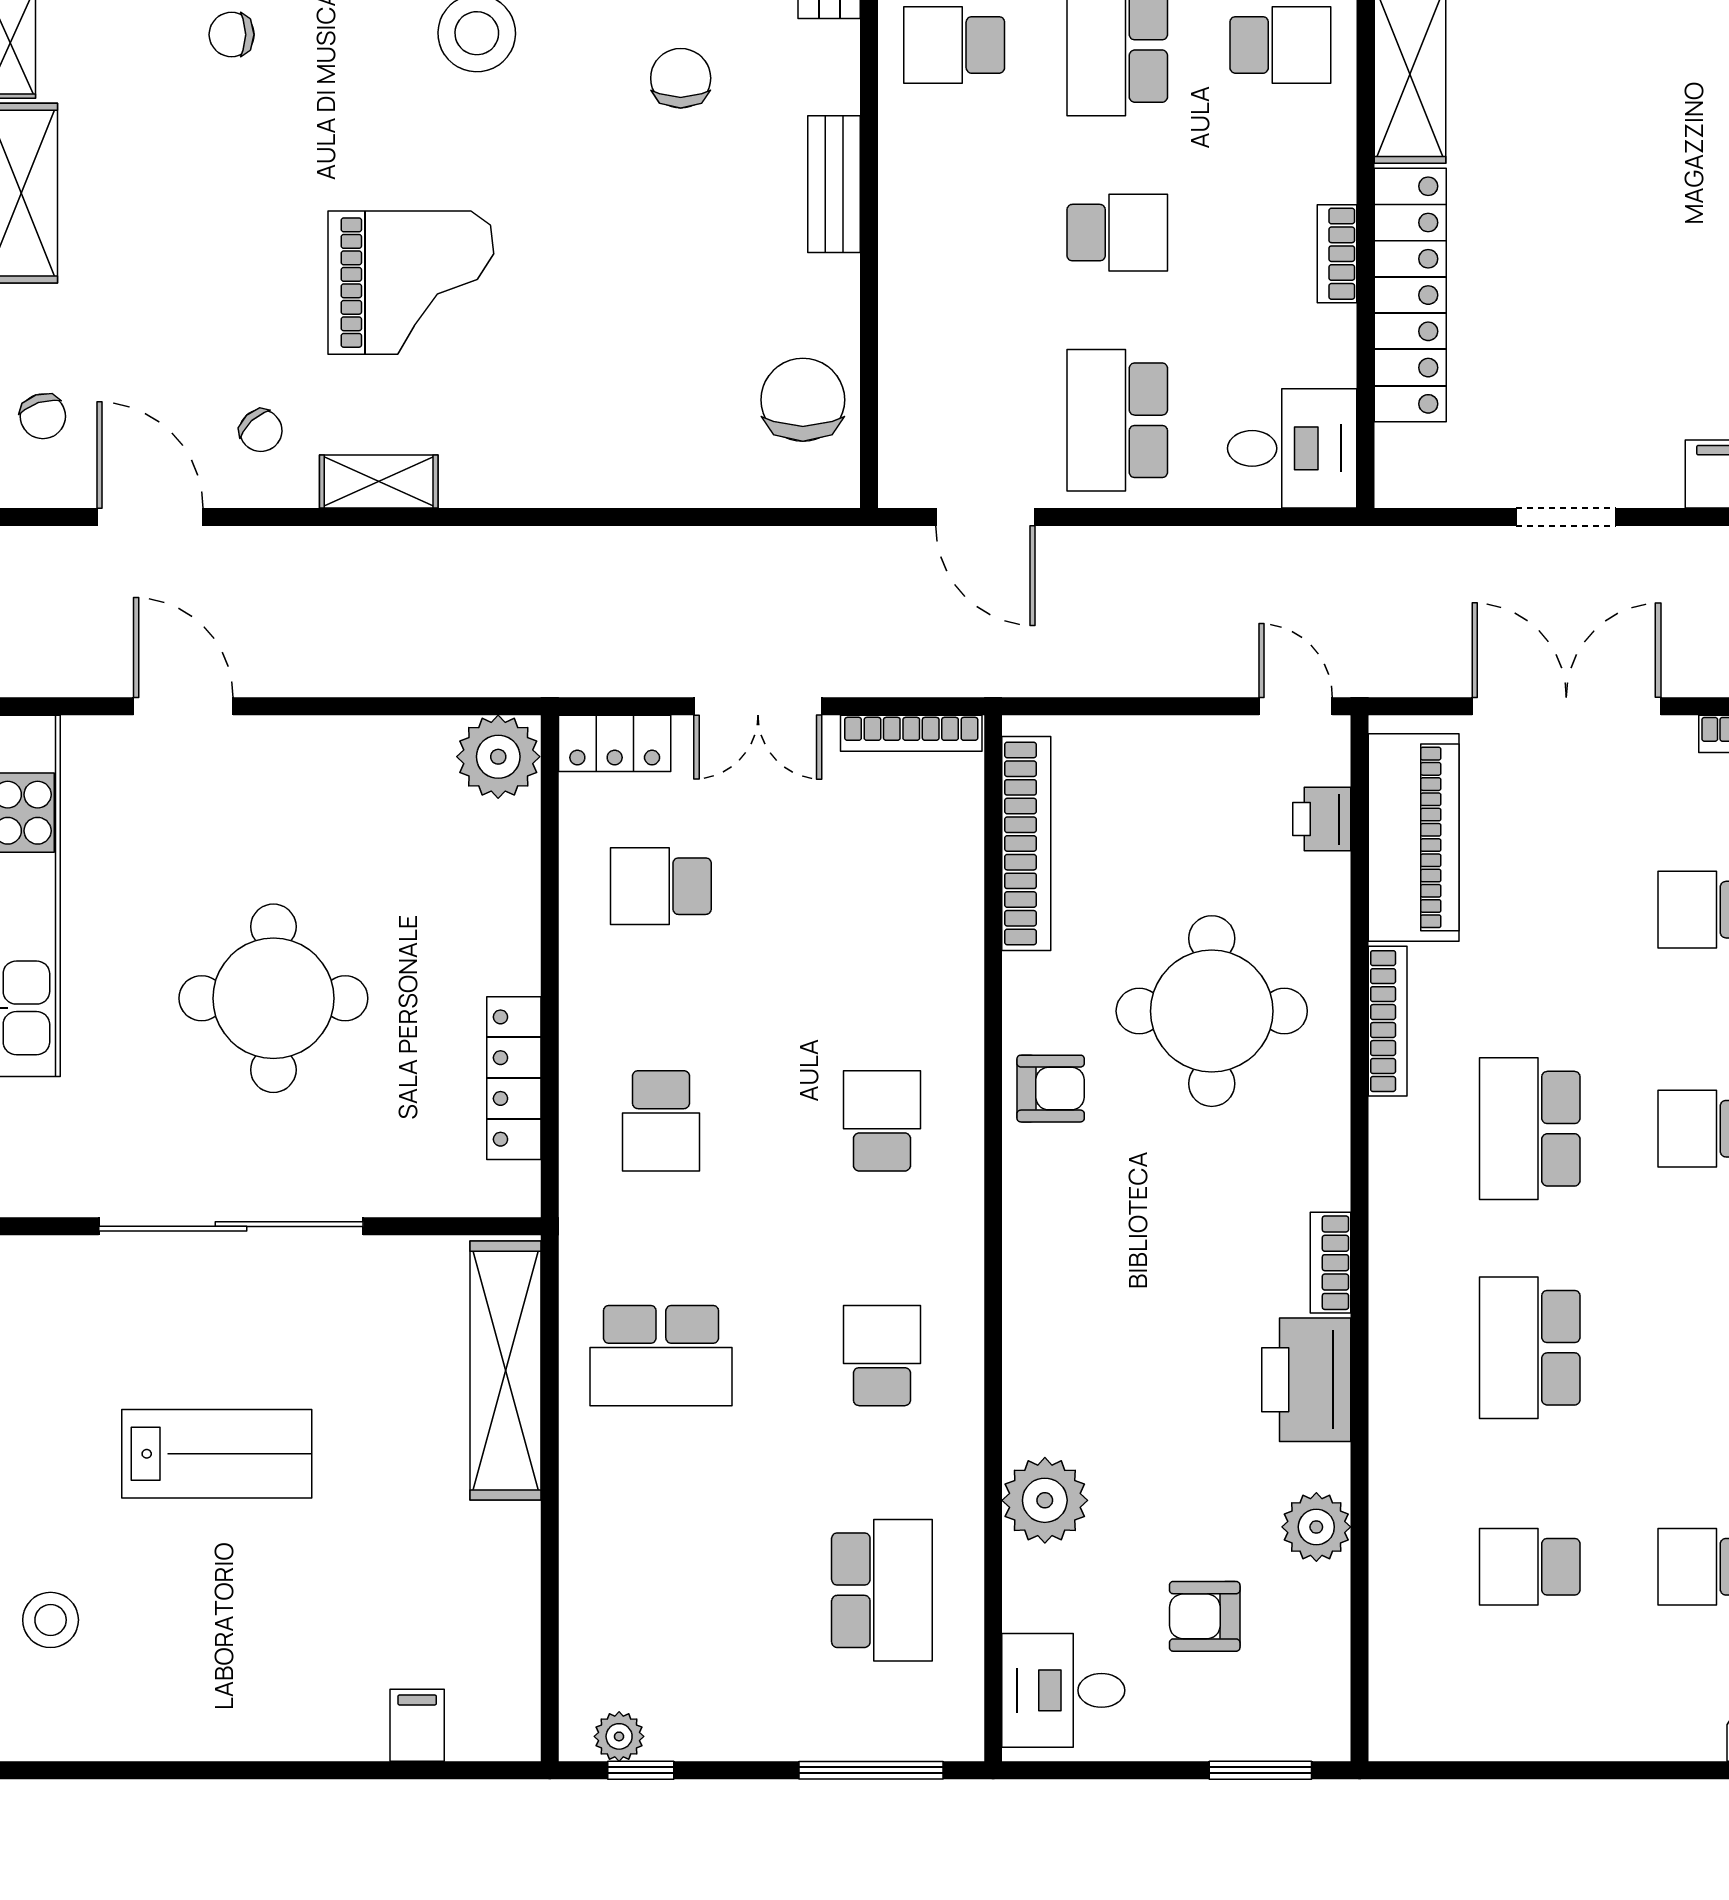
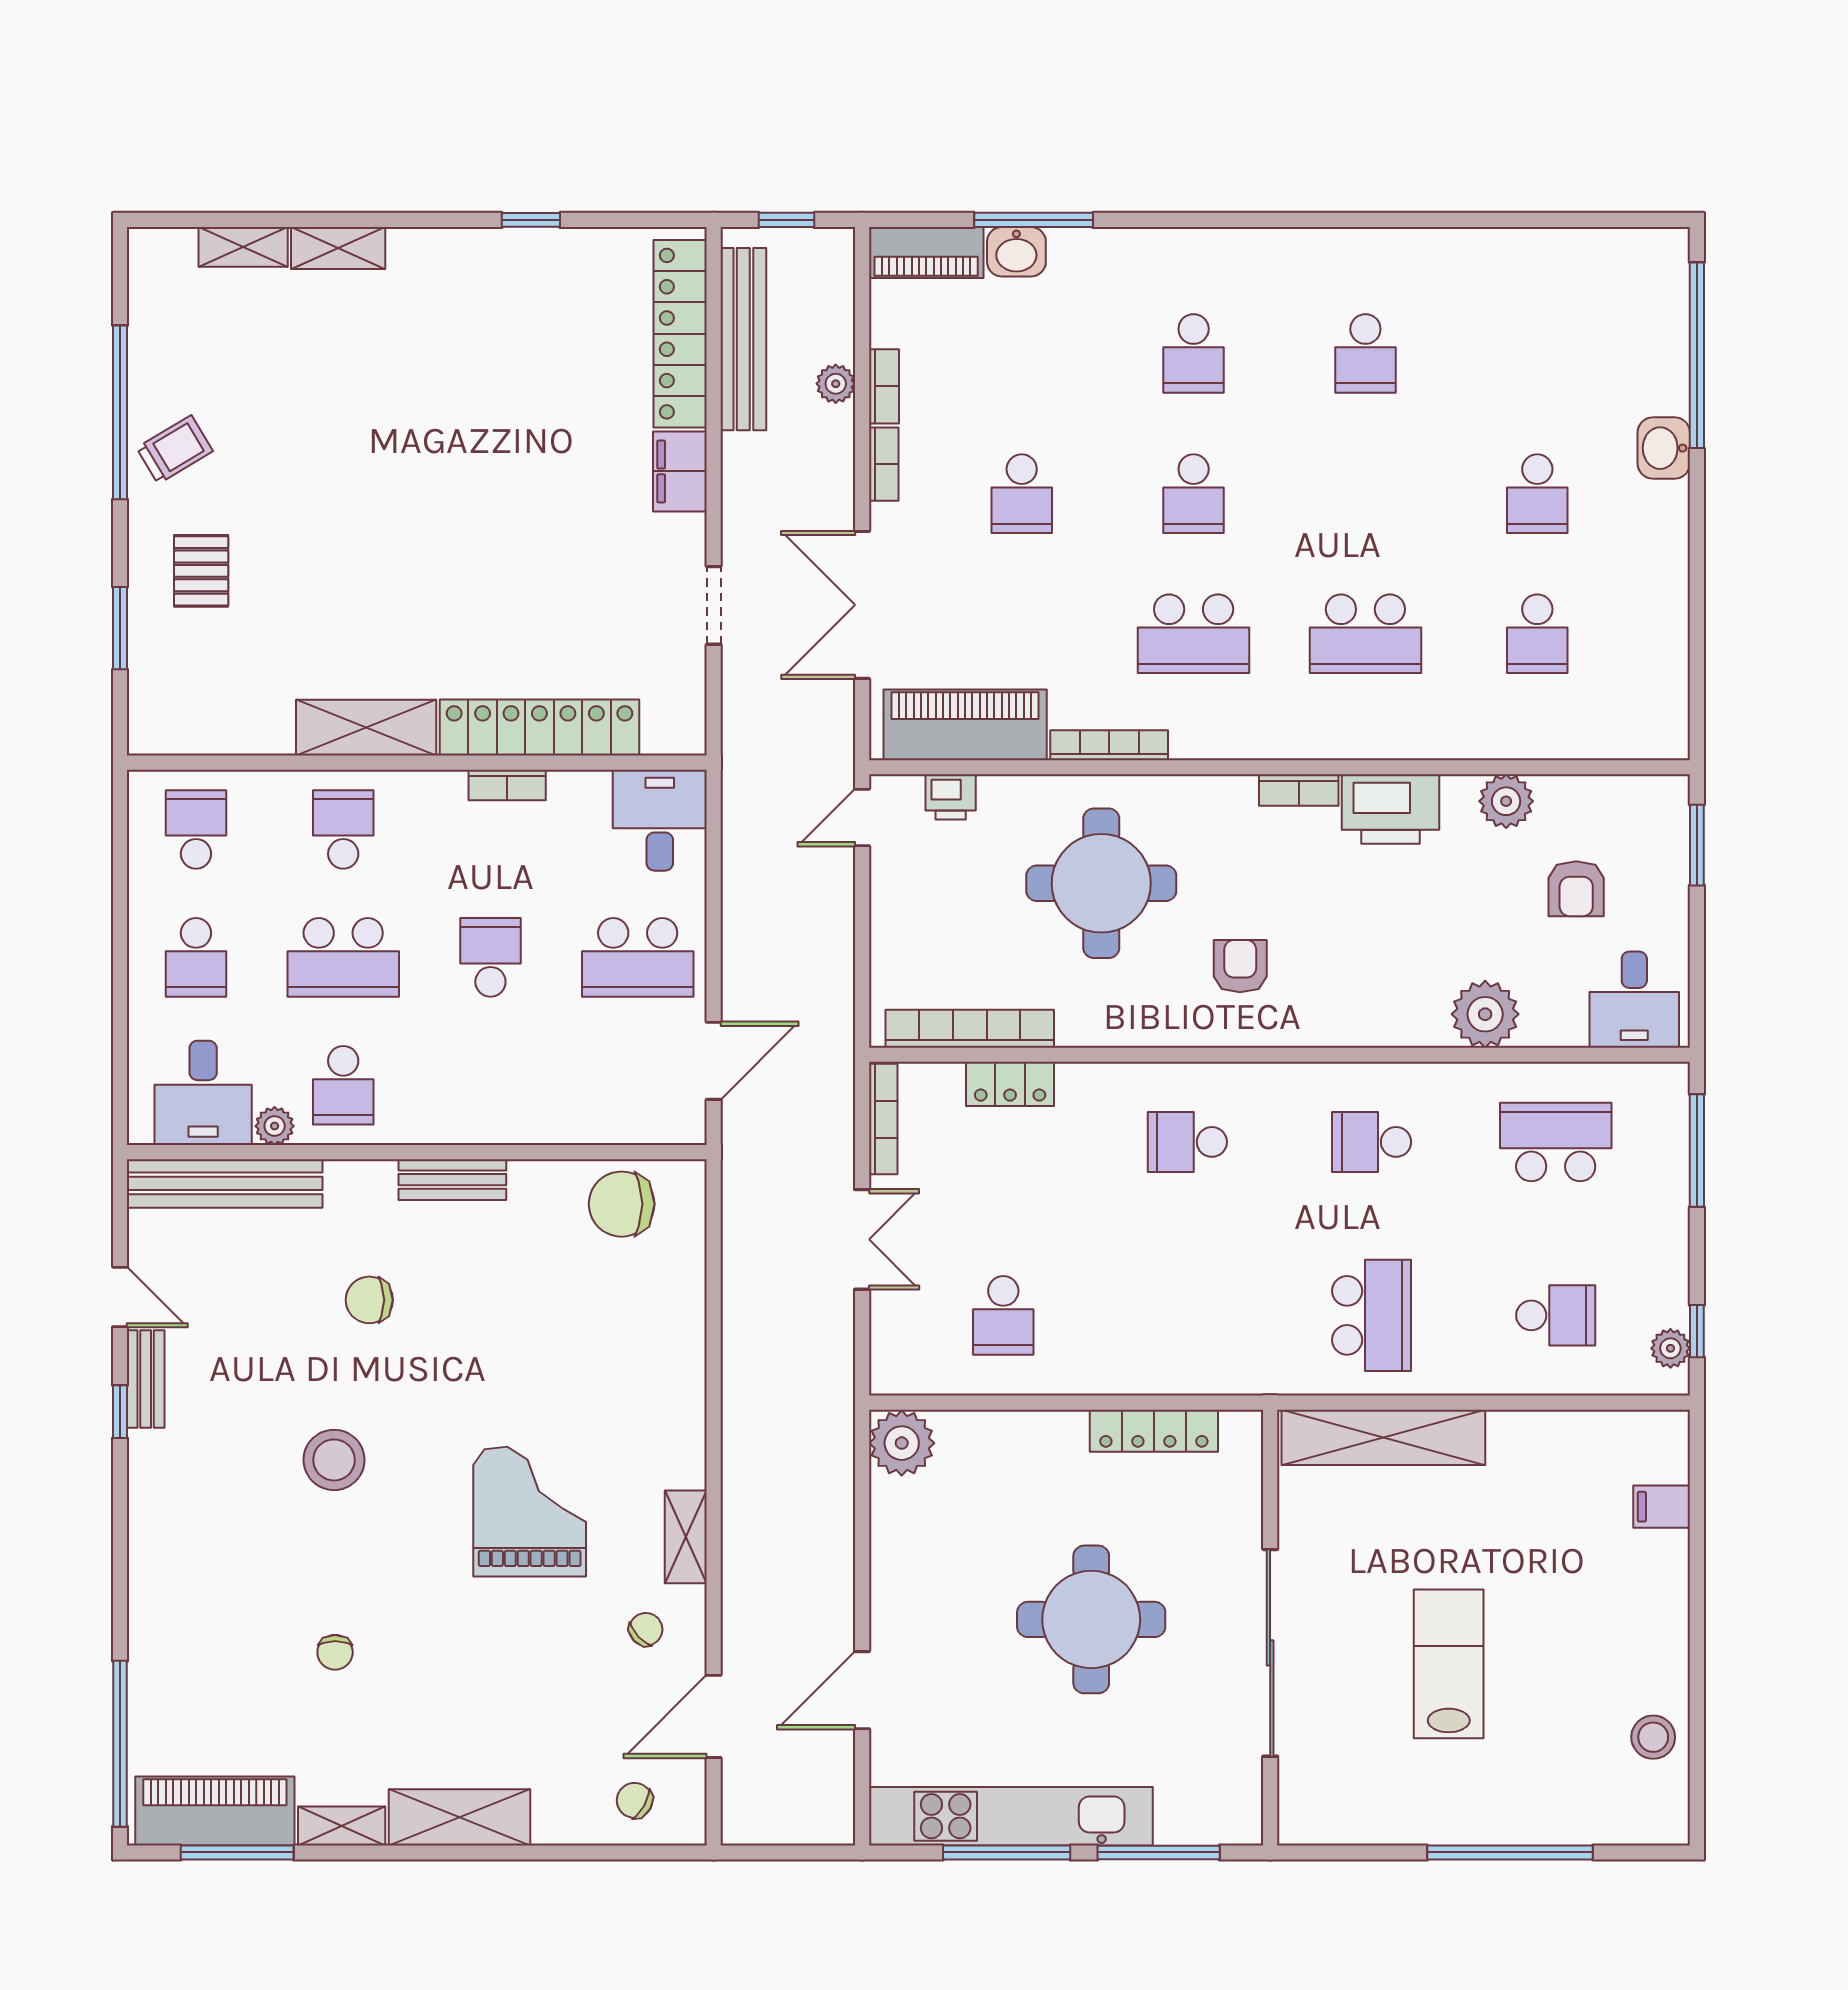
chair: (43, 416) -> (635, 1800), turned -133
locker: (615, 743) -> (1010, 1084), moved, turned 90
armchair: (1051, 1089) -> (1240, 966), moved
school desk: (661, 1121) -> (1556, 1315), moved
stool: (51, 1620) -> (1653, 1737), moved

